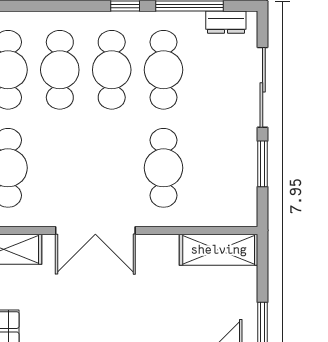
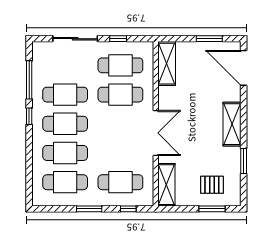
dresser: (226, 22) -> (38, 59), removed
window: (263, 164) -> (118, 39), width x0.67
cafe table: (215, 168) -> (120, 65), added

